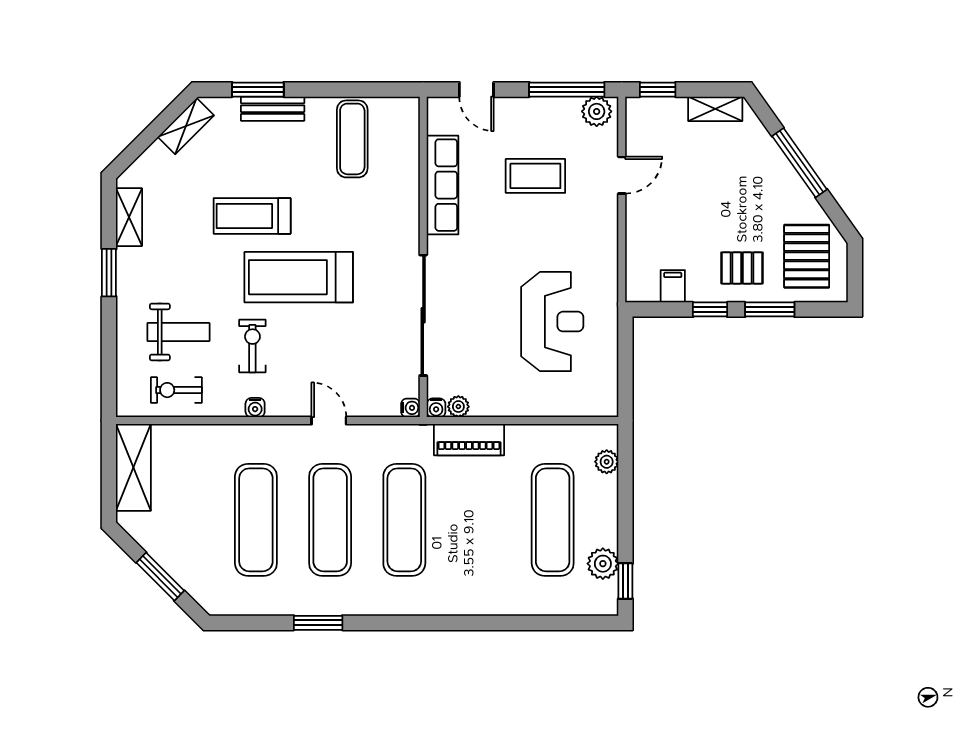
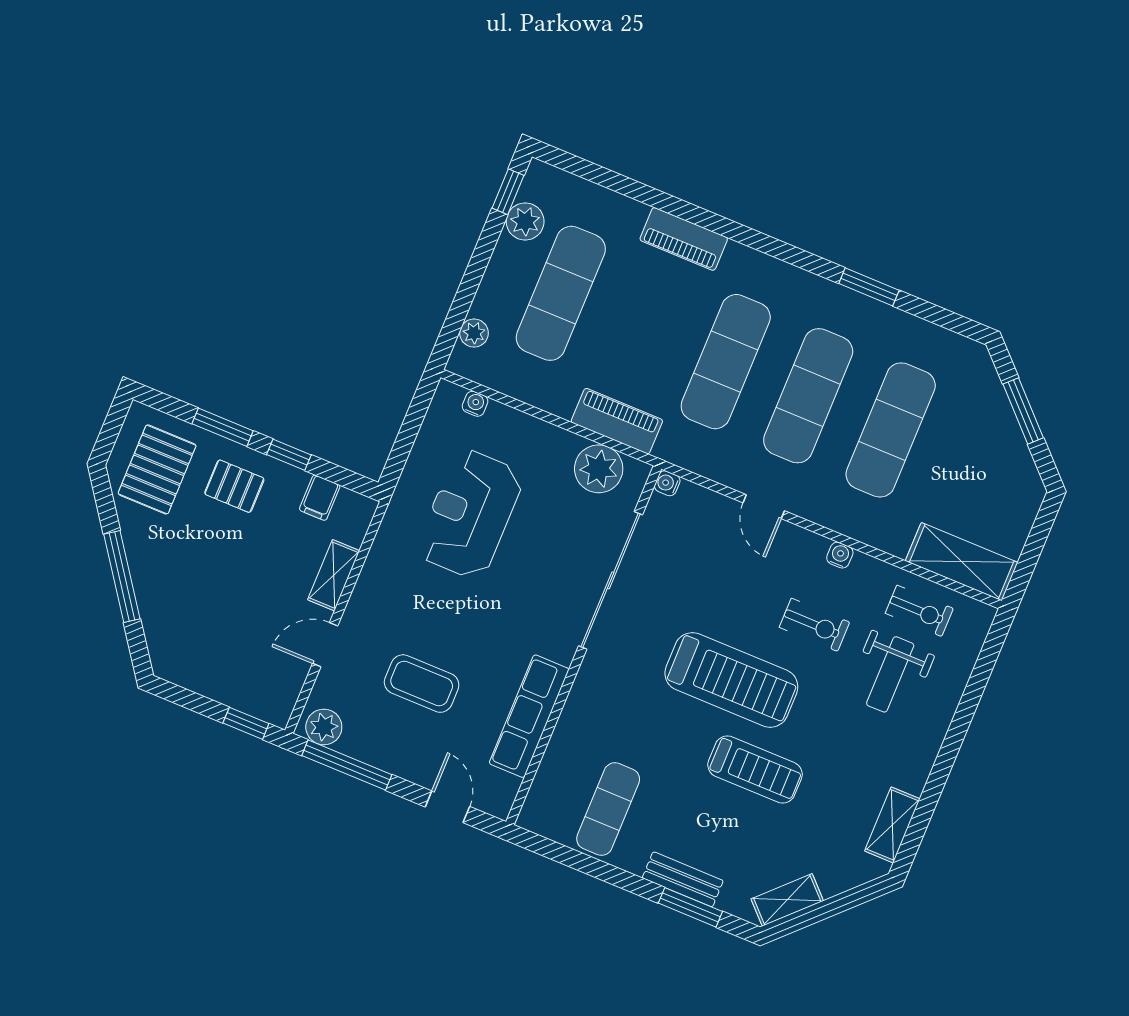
shelving: (715, 109) -> (334, 575), moved, turned 90
window: (109, 273) -> (940, 772), removed
weight bench: (178, 332) -> (890, 674), turned -90
exercise bike: (252, 346) -> (814, 625), turned -90
plant: (458, 407) -> (599, 469), width x1.88, depth x1.88
water cooler: (436, 408) -> (475, 404), moved
shelving: (133, 467) -> (962, 562), moved, turned 90
piano: (476, 601) -> (684, 239), added

